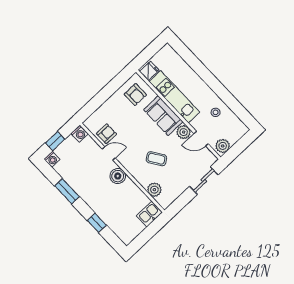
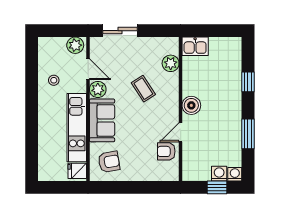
armchair: (135, 95) -> (109, 162), turned 80
washing machine: (80, 134) -> (219, 174), moved
door: (109, 153) -> (181, 132), hinge flipped

